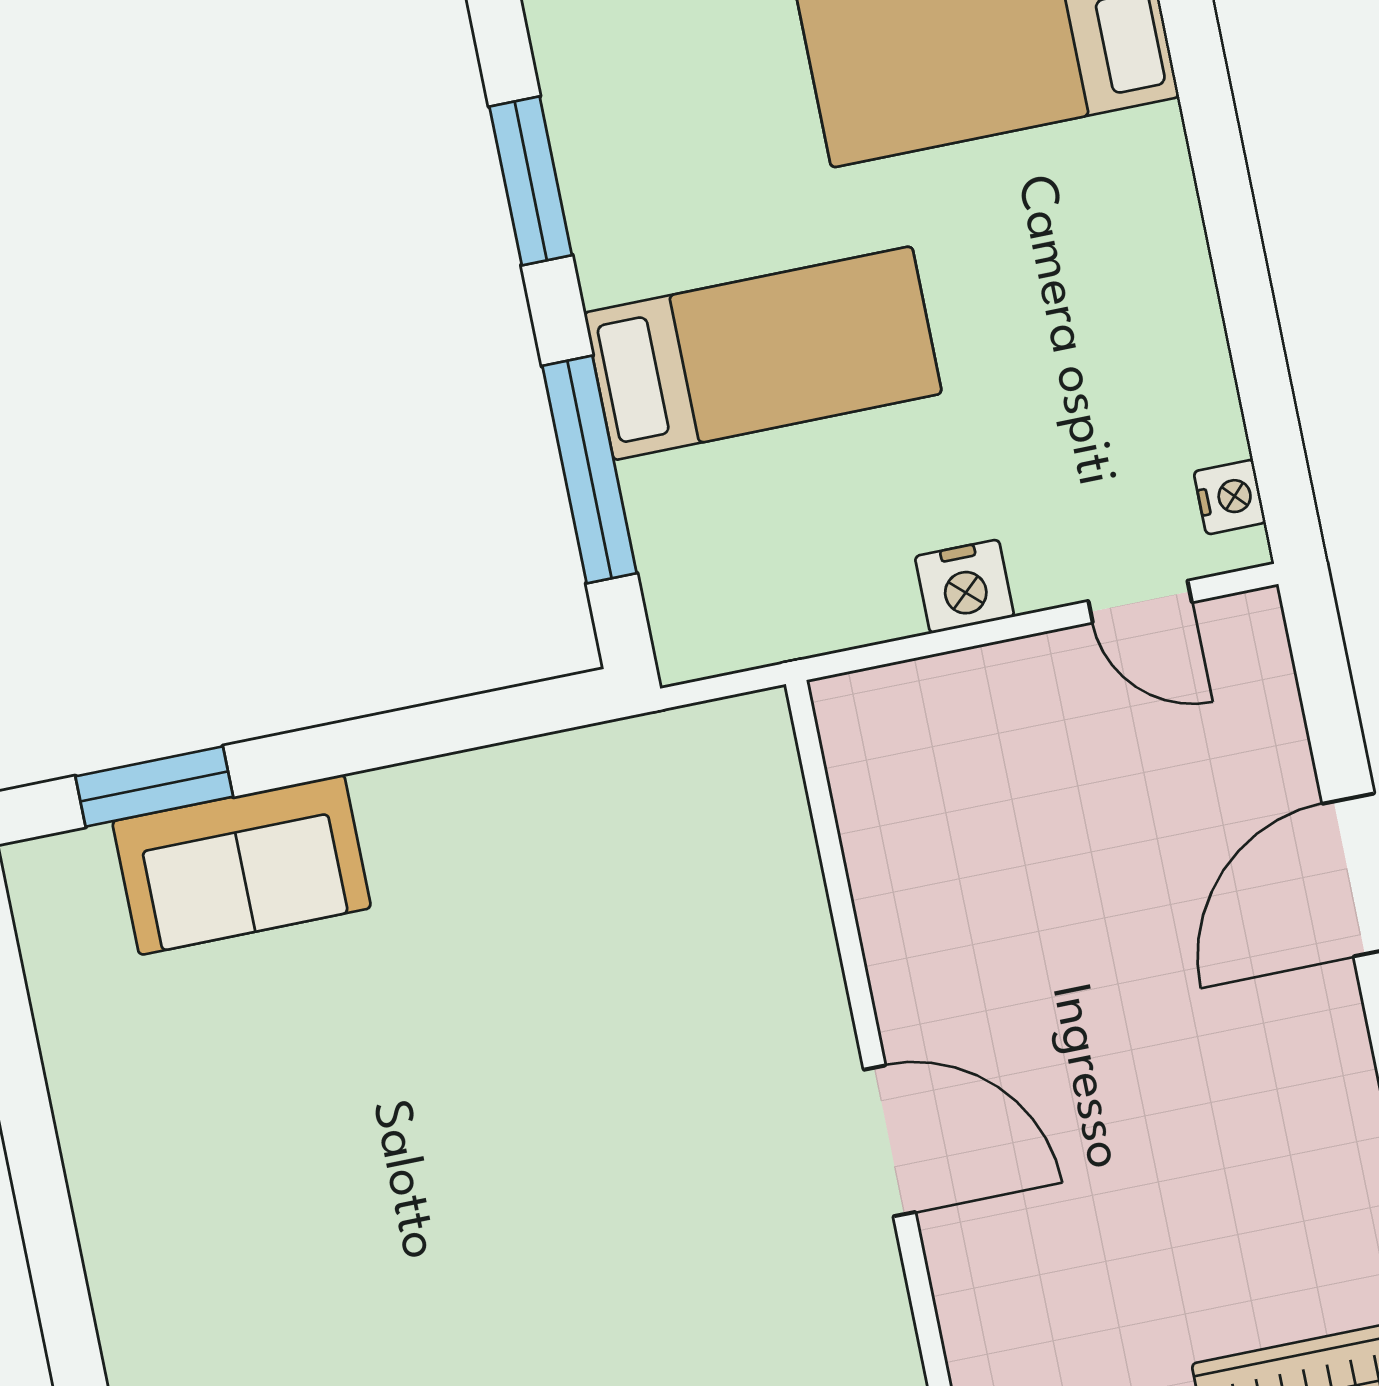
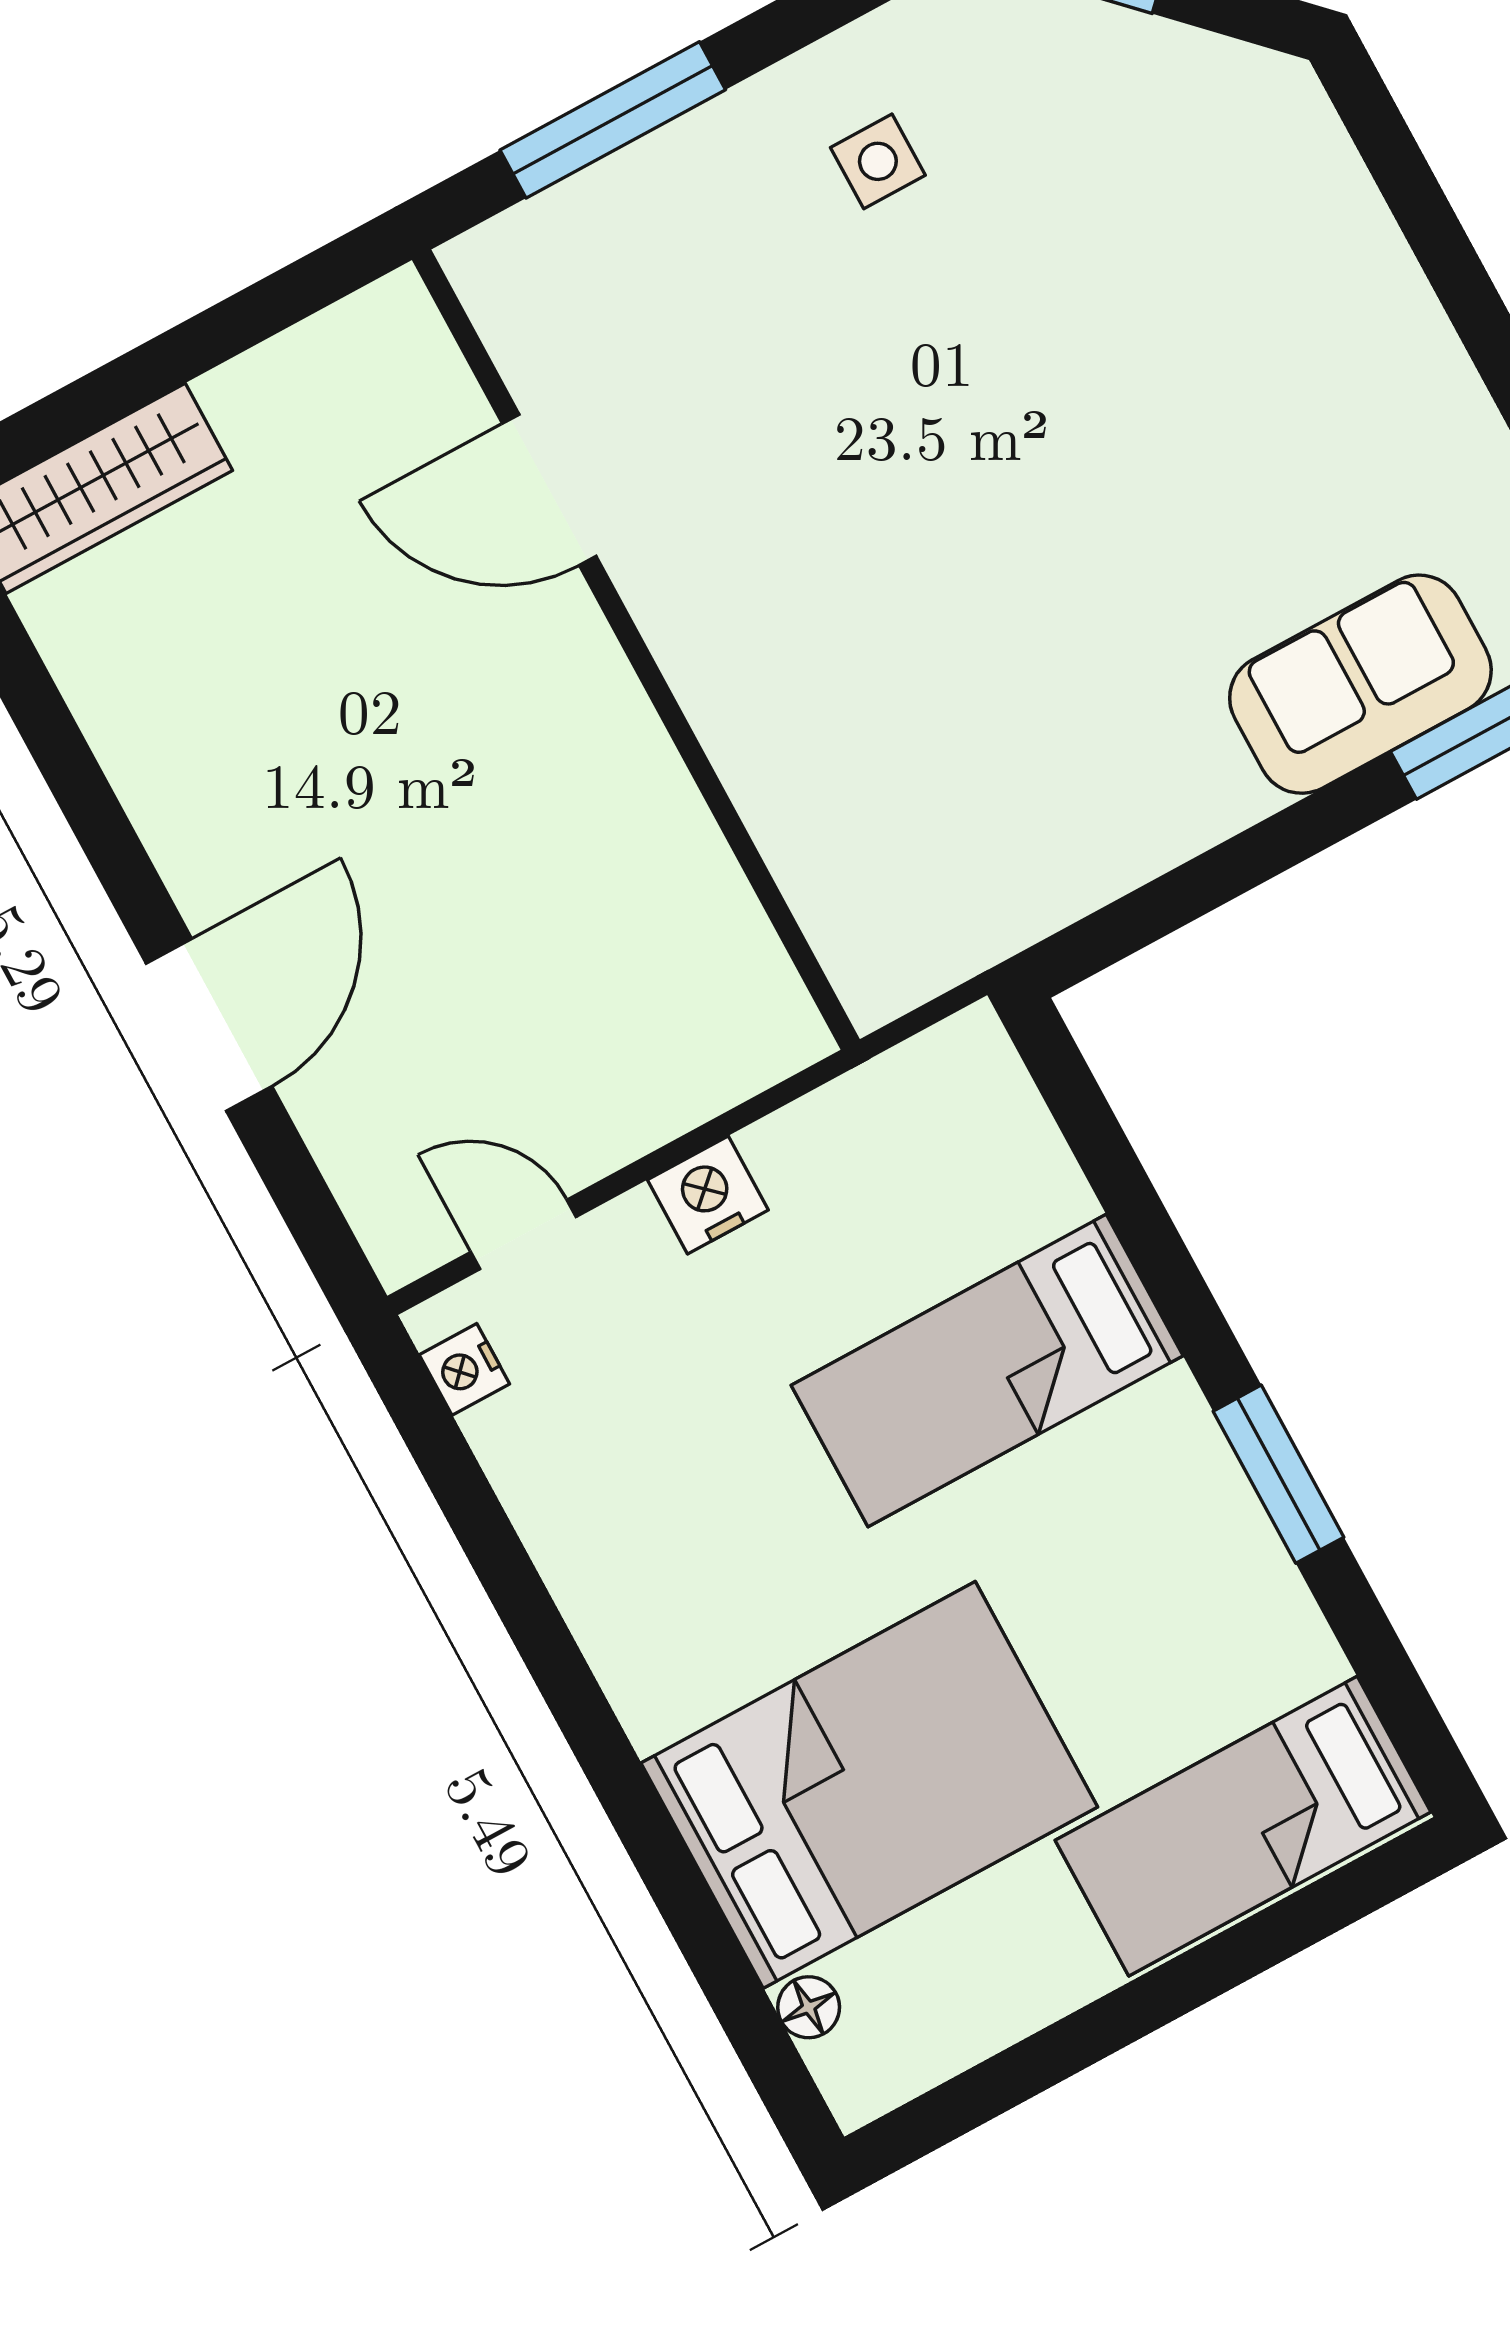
window: (589, 470) -> (1128, 1197), removed
door: (889, 1141) -> (549, 490), moved

